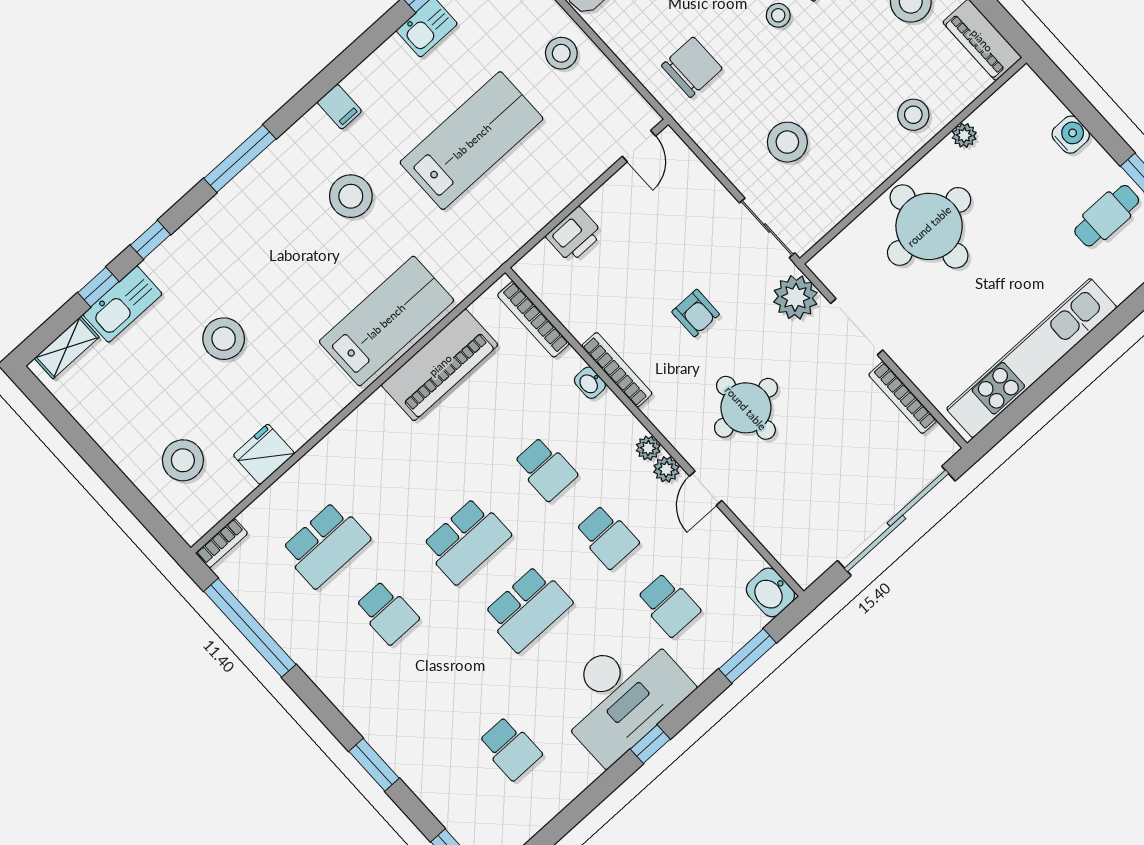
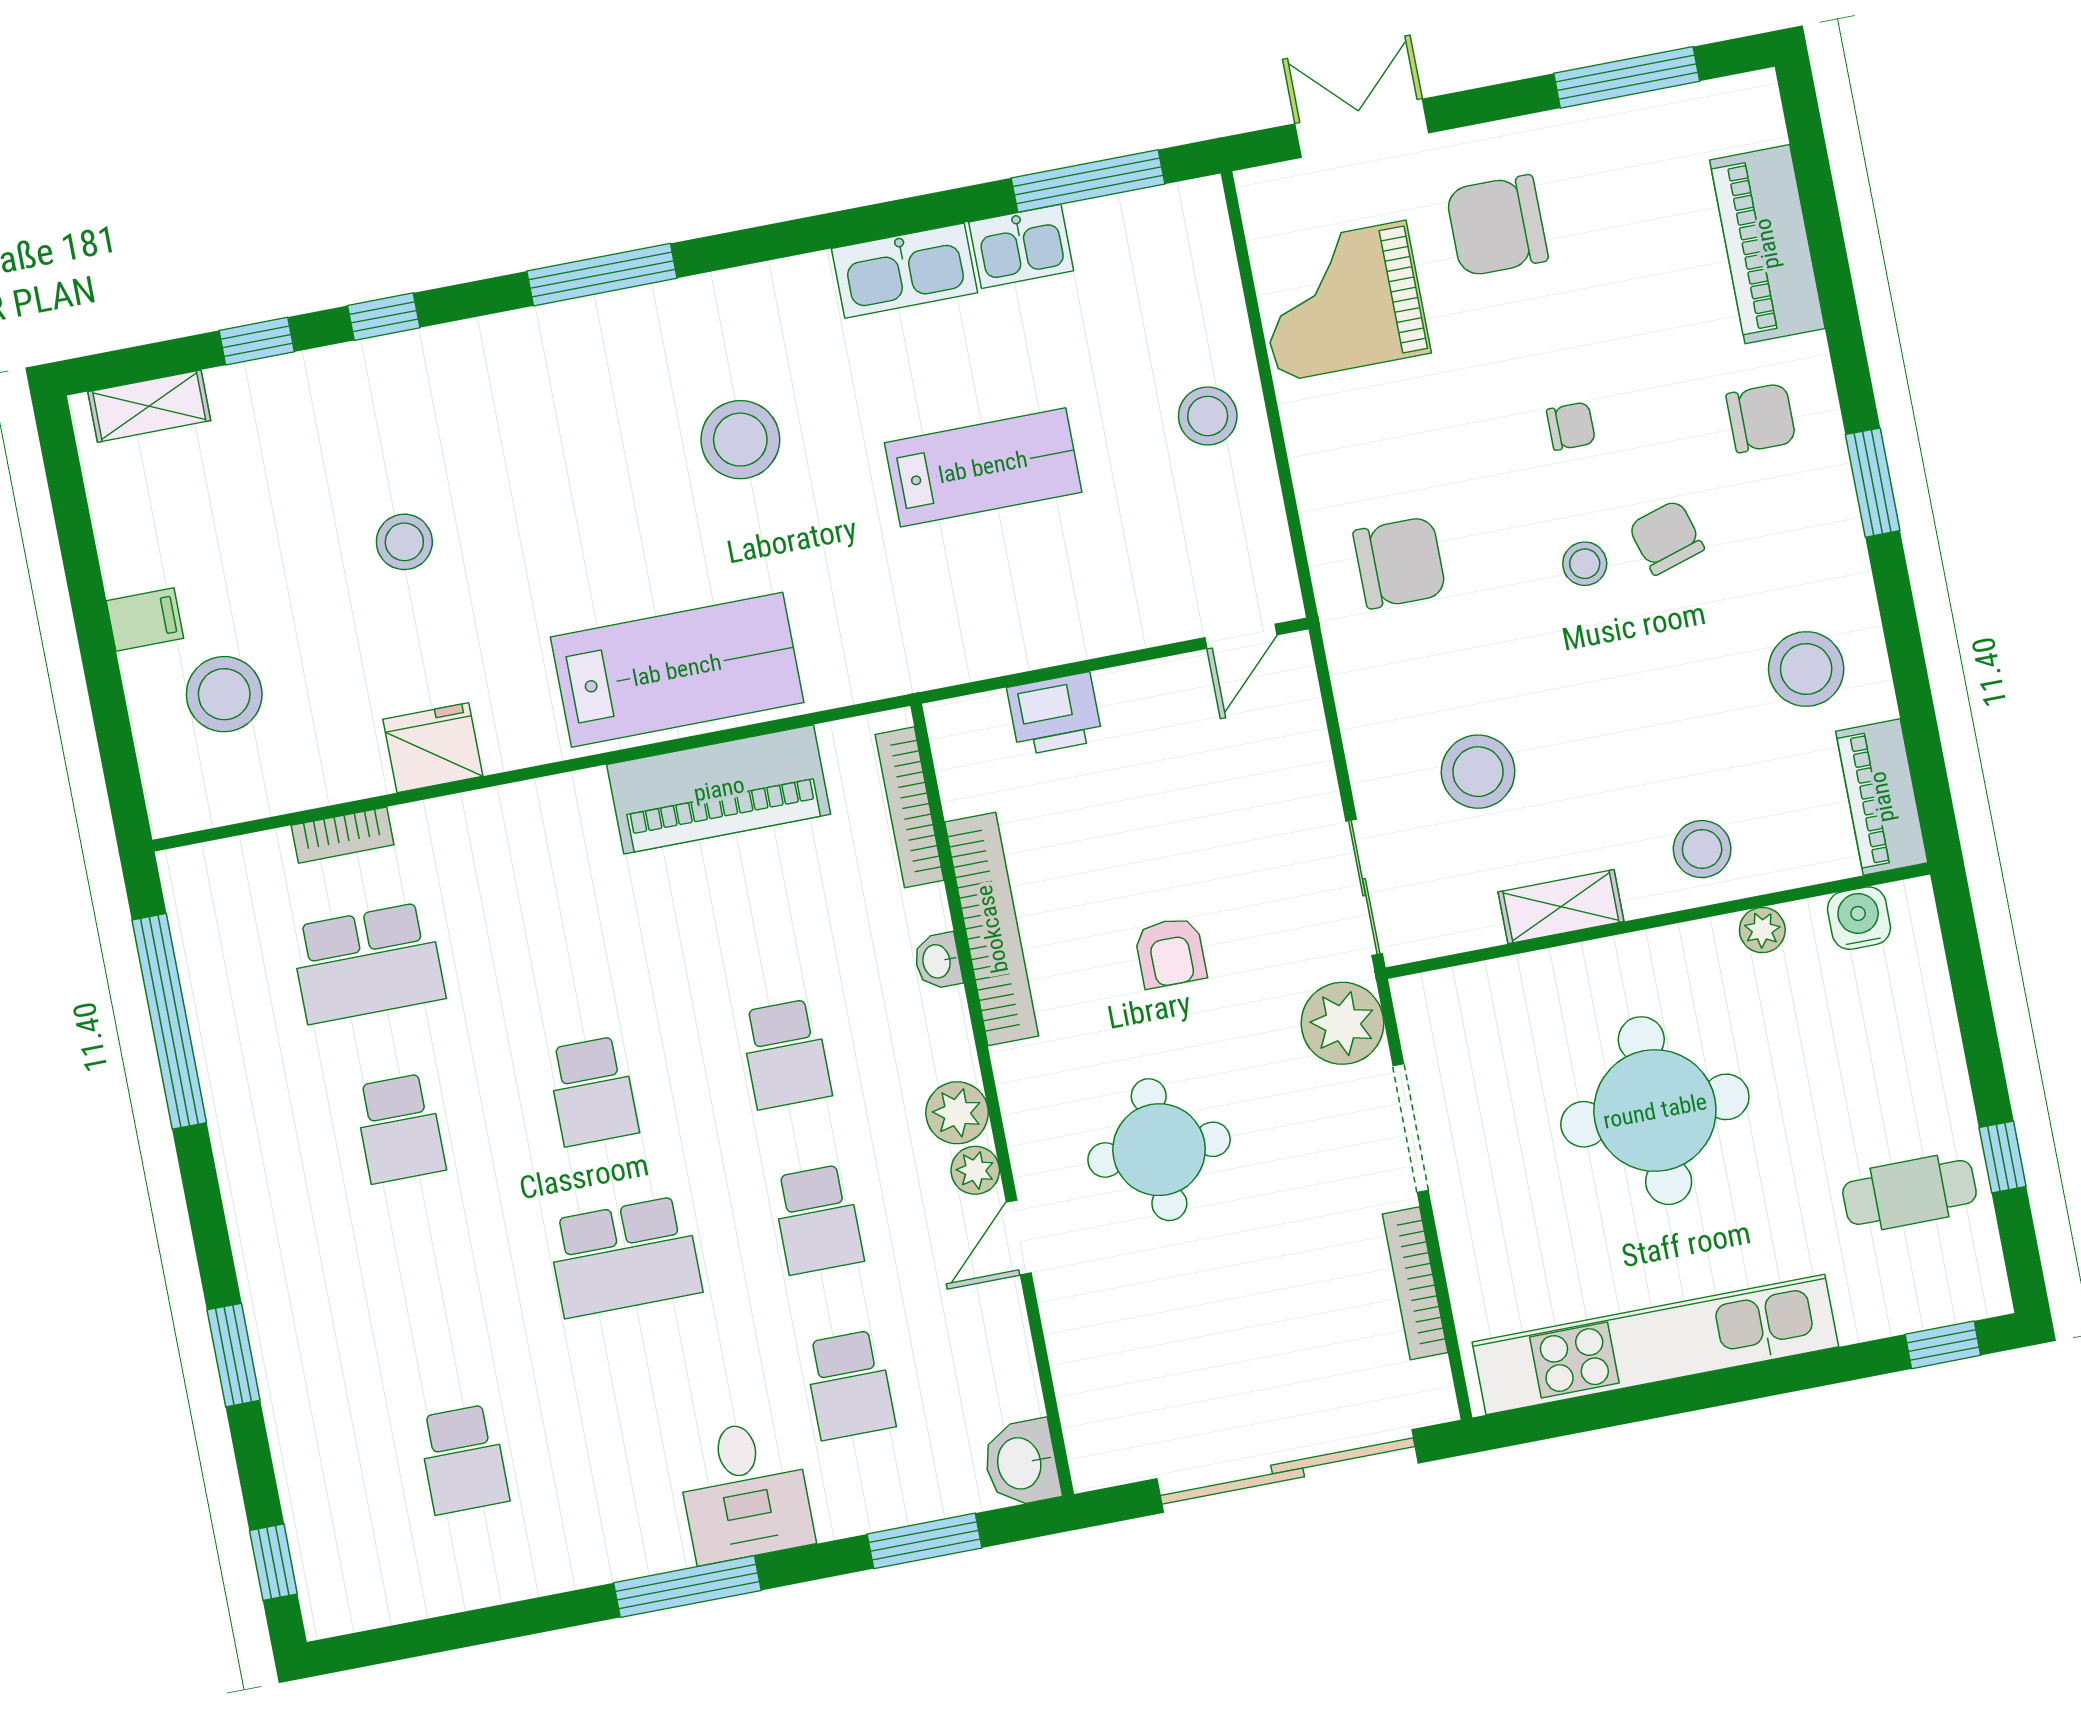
filing cabinet: (339, 107) -> (145, 619), moved, turned -90
water cooler: (1071, 135) -> (1859, 918), moved, turned -90
lab bench: (472, 141) -> (983, 467), width x0.73, depth x0.72
shelving: (864, 181) -> (1561, 907), added
round table: (929, 226) -> (1655, 1111), moved
kitchen sink: (123, 304) -> (904, 271), moved
stool: (224, 339) -> (404, 542), width x0.73, depth x0.73
bookcase: (617, 370) -> (992, 929), width x1.48, depth x1.31
plant: (648, 448) -> (957, 1113), width x1.38, depth x1.38
fridge: (264, 454) -> (433, 748), moved
school desk: (466, 541) -> (593, 1091), width x0.54
bookcase: (222, 543) -> (343, 835), moved
desk: (621, 695) -> (745, 1491), width x0.53, depth x0.77
window: (650, 744) -> (687, 1587), width x2.17

